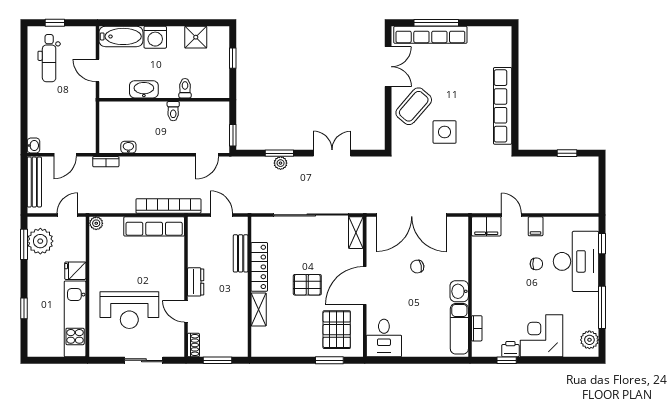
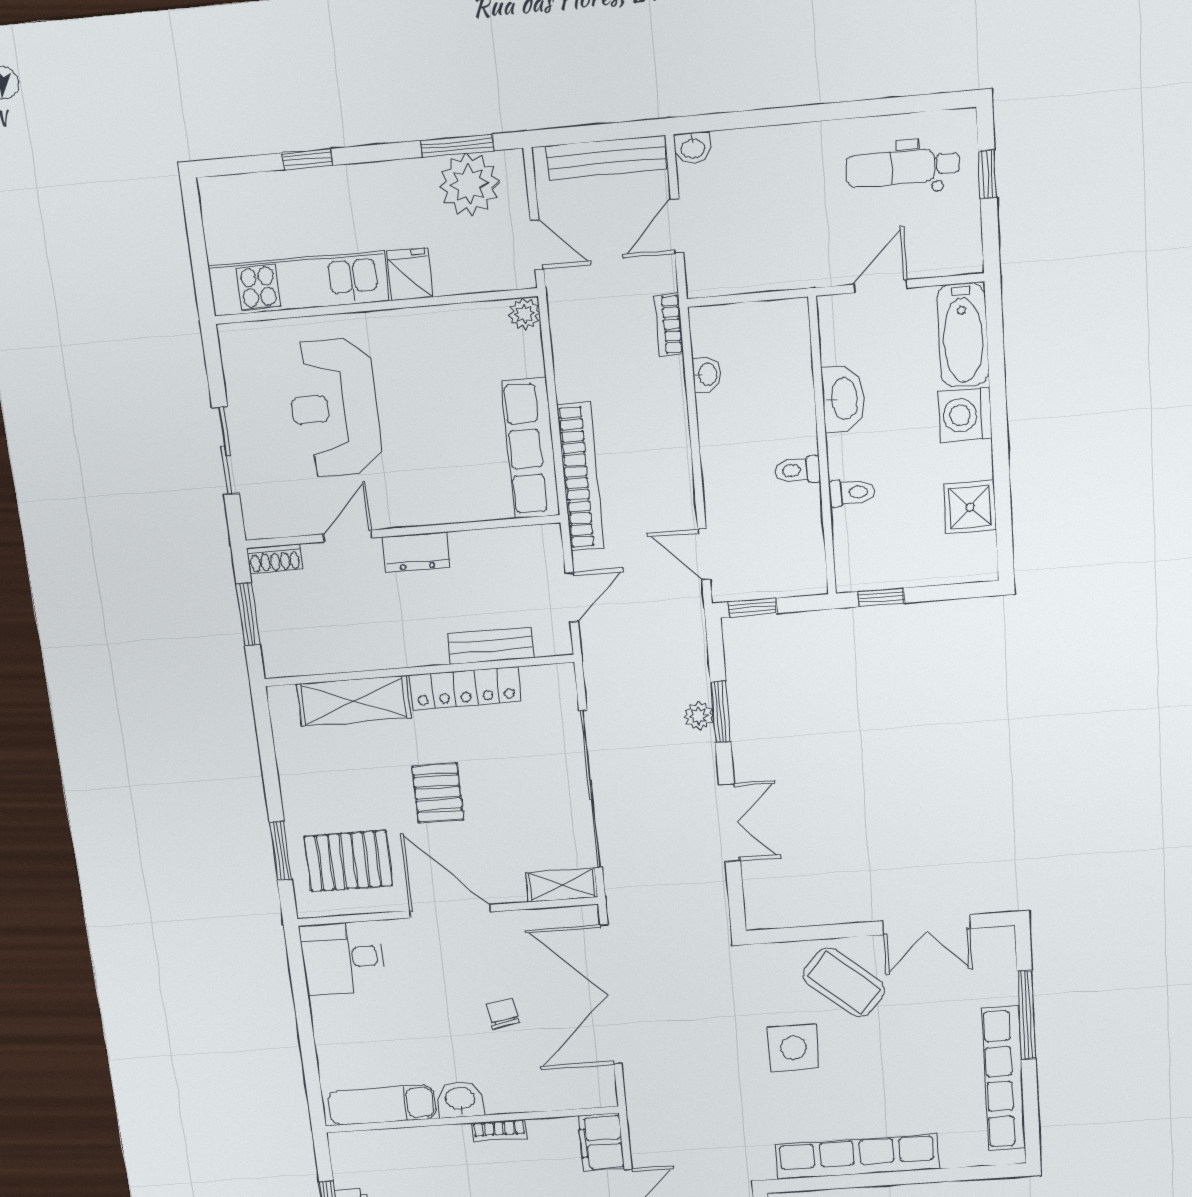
row of seats: (430, 35) -> (1004, 1079), moved
window: (233, 58) -> (881, 597), moved
door: (65, 155) -> (677, 226), hinge flipped
shelving: (259, 309) -> (354, 701), width x1.50, depth x1.33
bookcase: (477, 328) -> (499, 1131), moved

